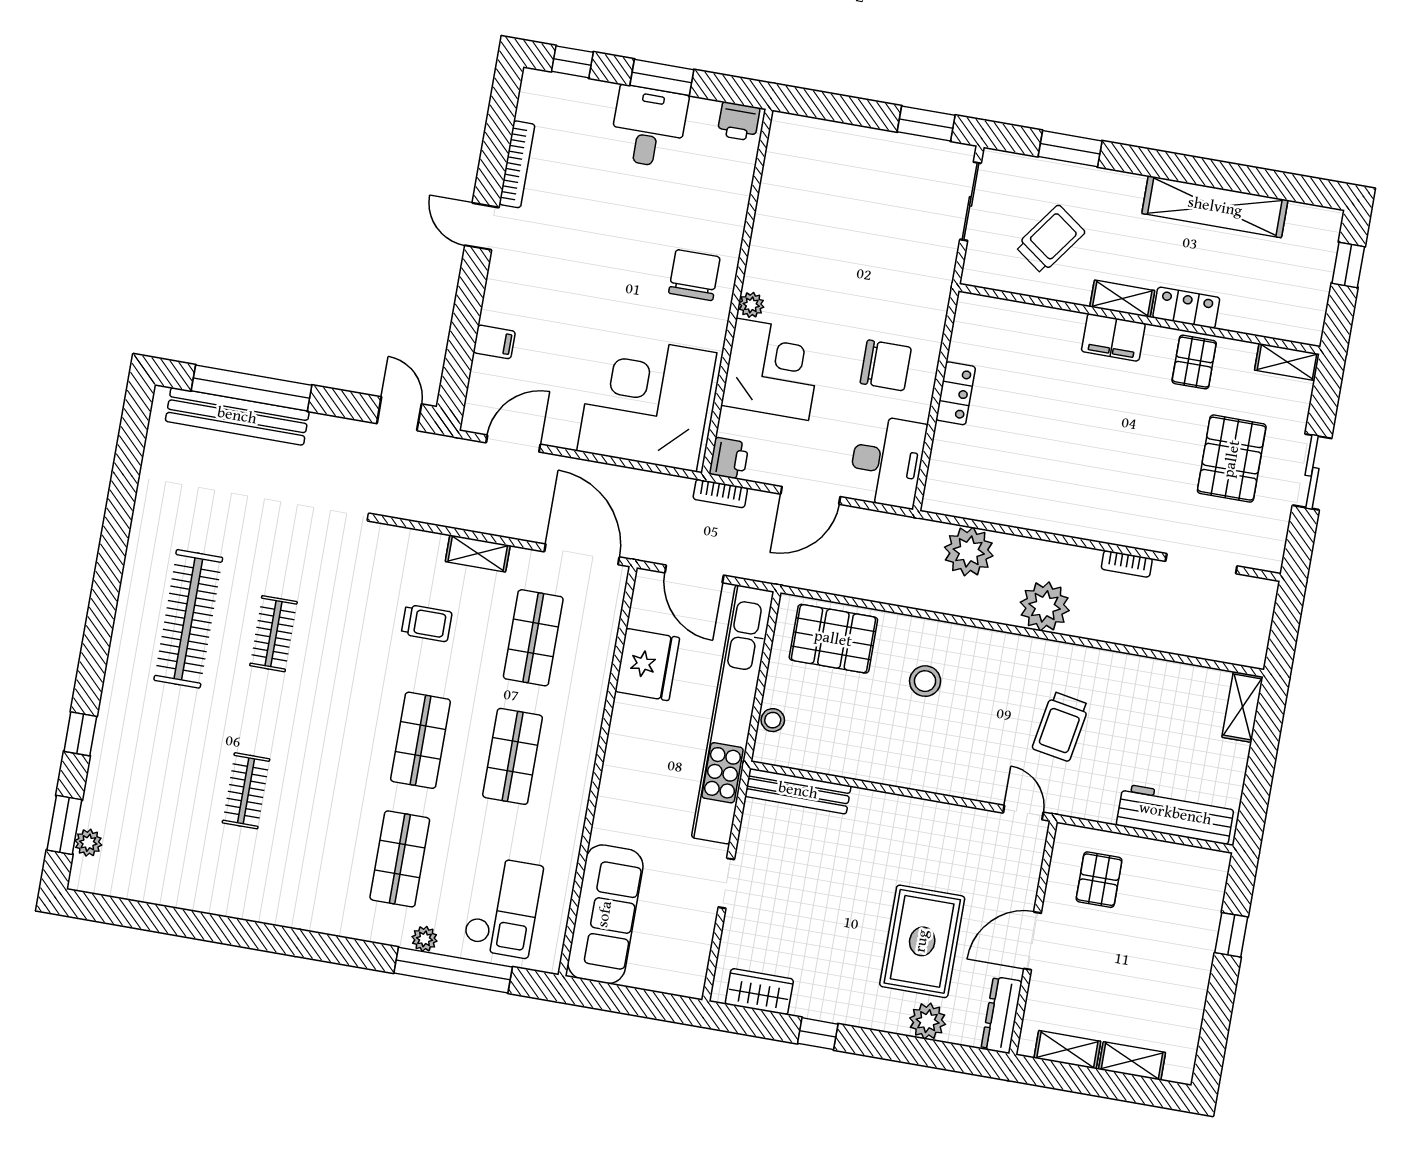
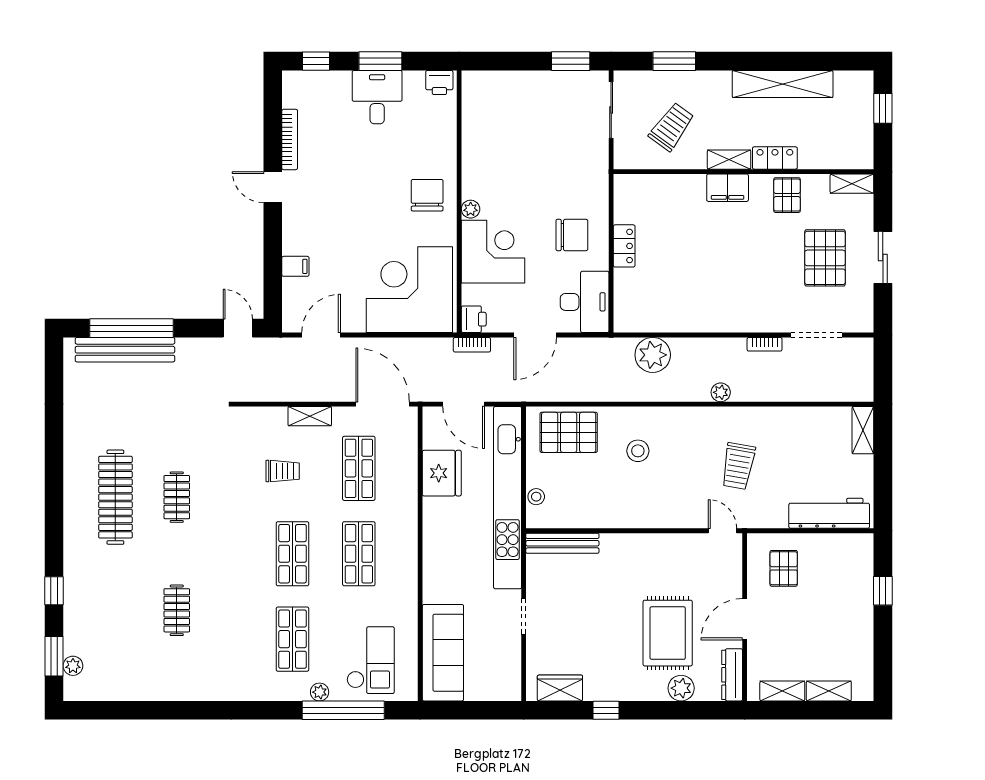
plant: (1045, 606) -> (721, 392), width x0.53, depth x0.53

